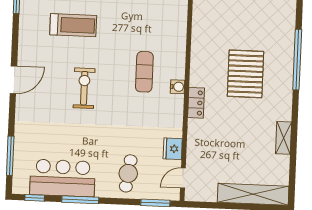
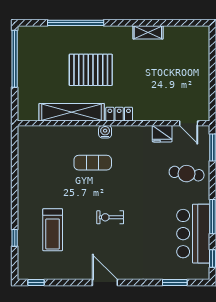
treadmill: (73, 25) -> (53, 230), turned 180
exercise bike: (84, 88) -> (110, 217), width x0.73, depth x0.72
window: (10, 156) -> (175, 282), width x0.69
shelving: (253, 194) -> (72, 112), moved, turned 90

